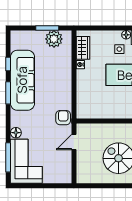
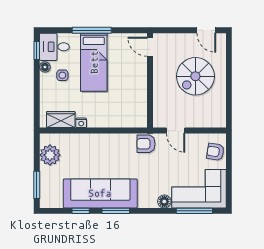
window: (47, 28) -> (37, 185), moved
armchair: (57, 175) -> (215, 152), added

